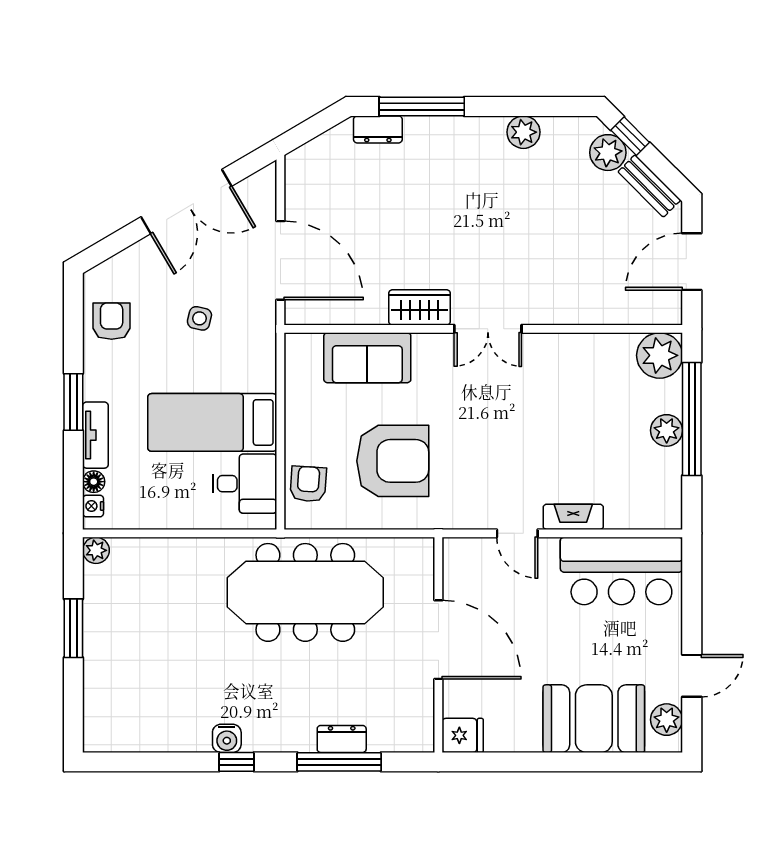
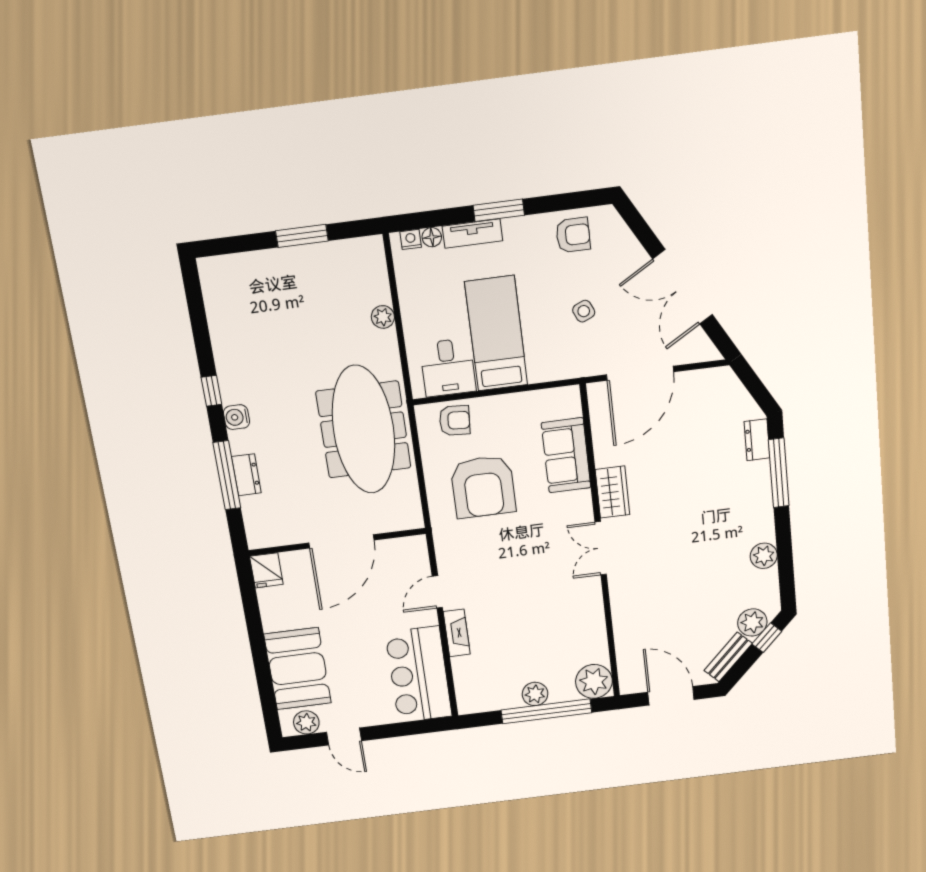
side table: (199, 318) -> (584, 311), turned -37
plant: (96, 550) -> (383, 317), moved
water cooler: (227, 738) -> (237, 417), moved

